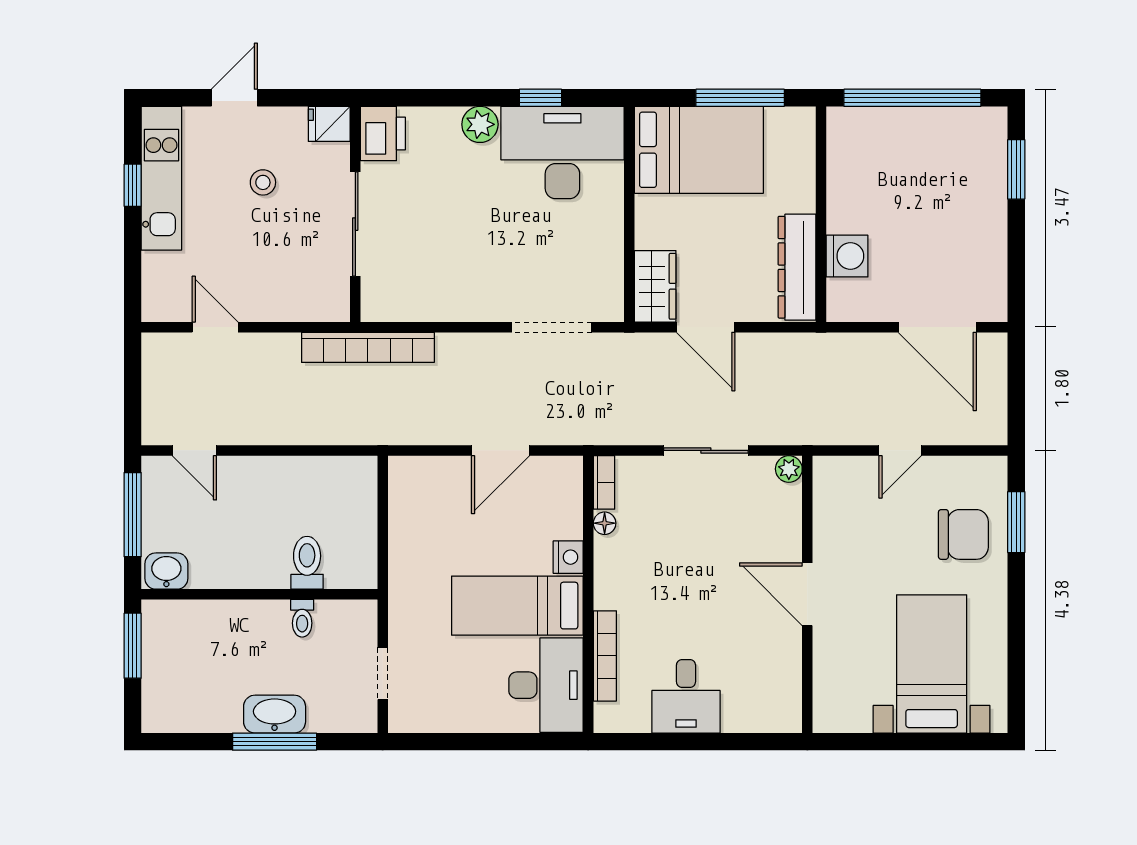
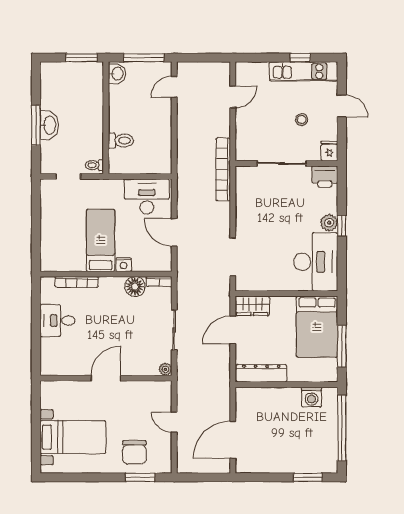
window: (540, 98) -> (342, 226), moved
washing machine: (847, 256) -> (312, 397), moved
floor lamp: (605, 523) -> (135, 287), width x1.89, depth x1.89
toilet: (302, 618) -> (95, 165), moved
desk: (546, 685) -> (147, 197), moved, turned 180

